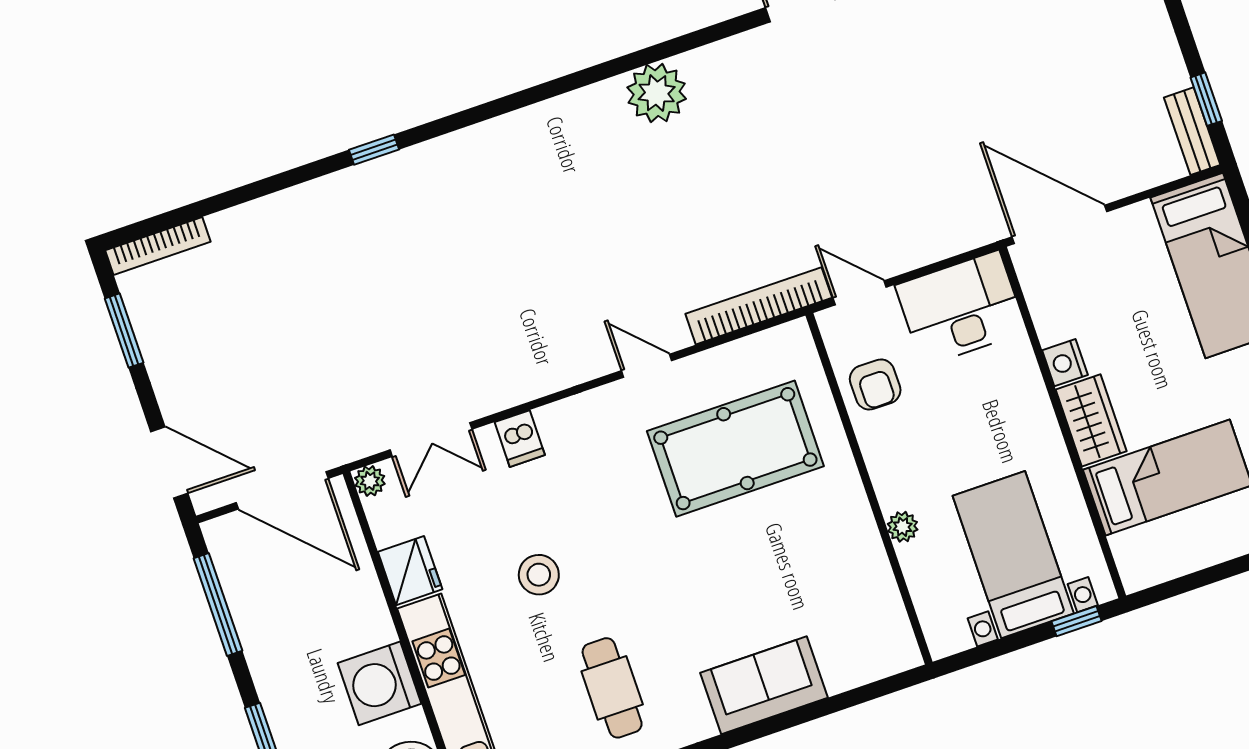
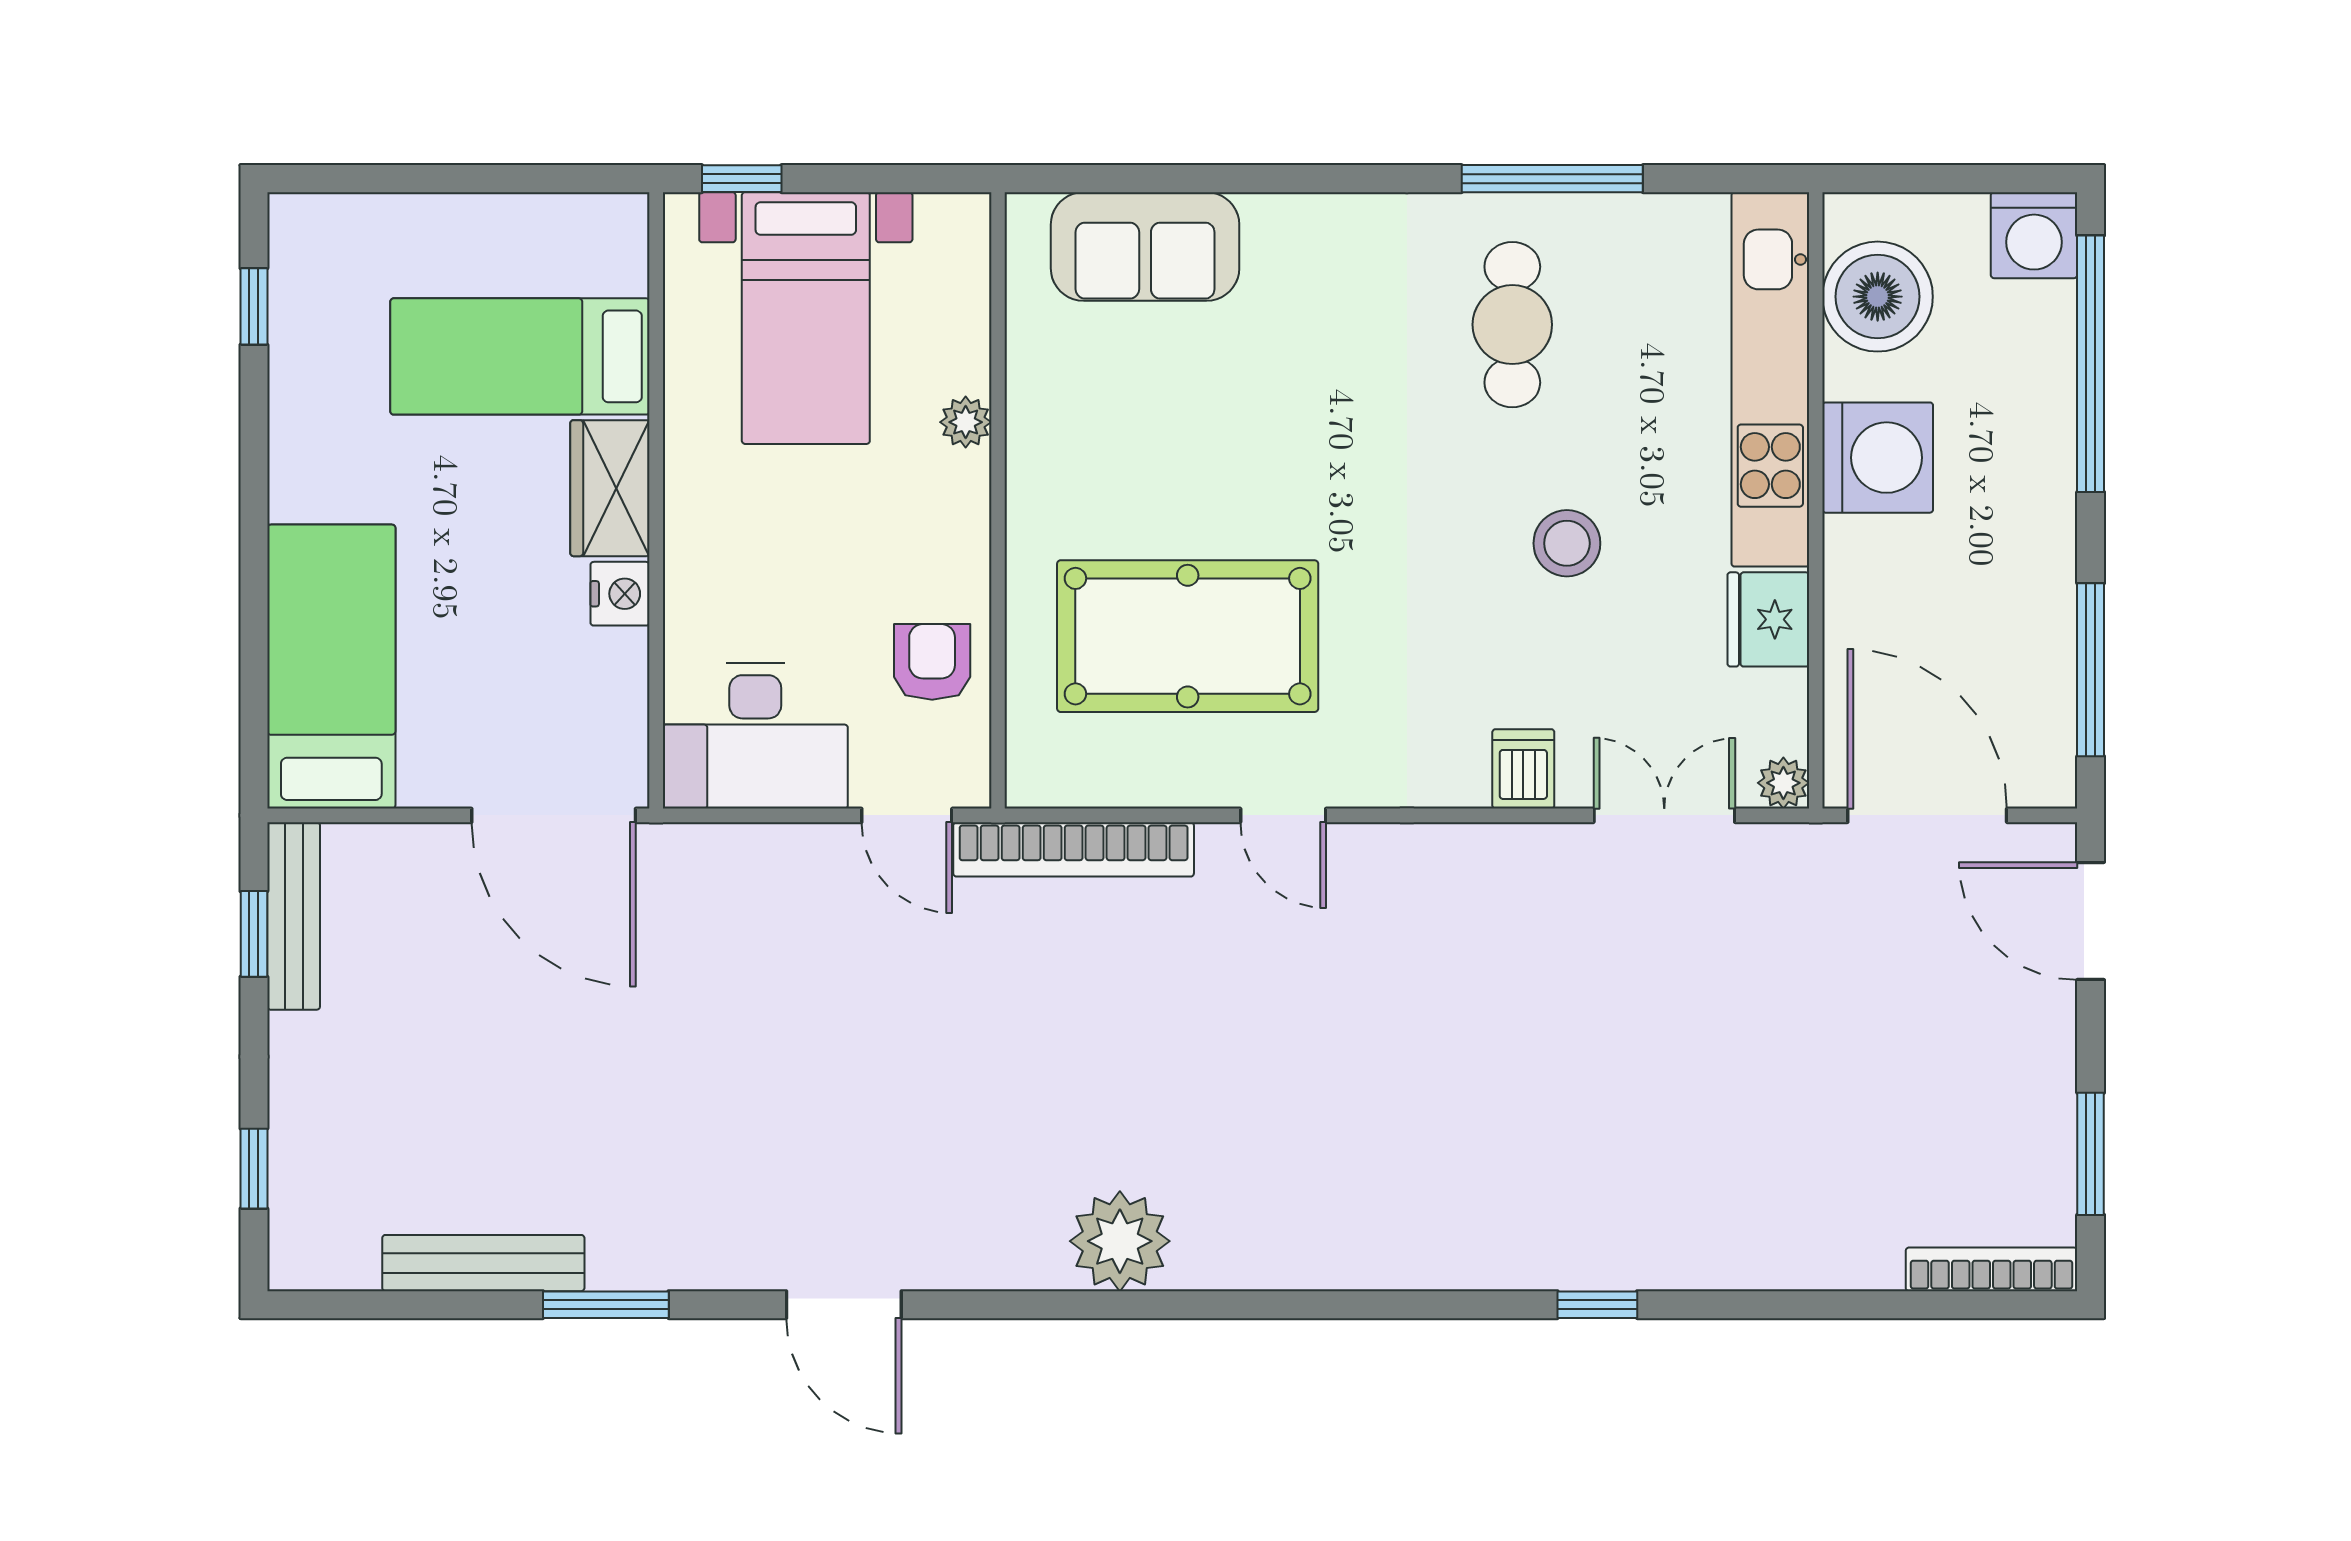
bench: (1192, 131) -> (294, 916), width x1.36
sofa: (764, 685) -> (1145, 246), moved

